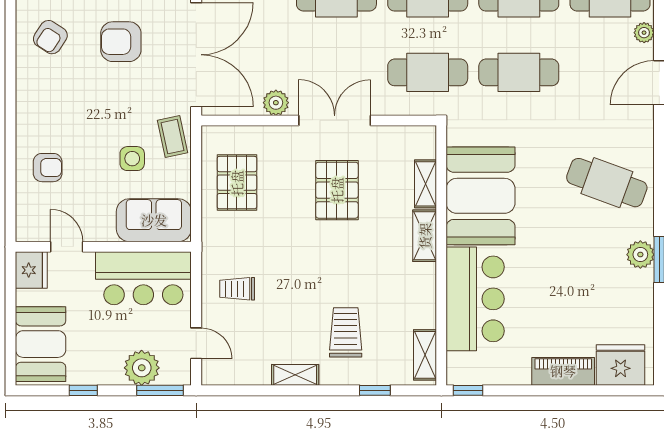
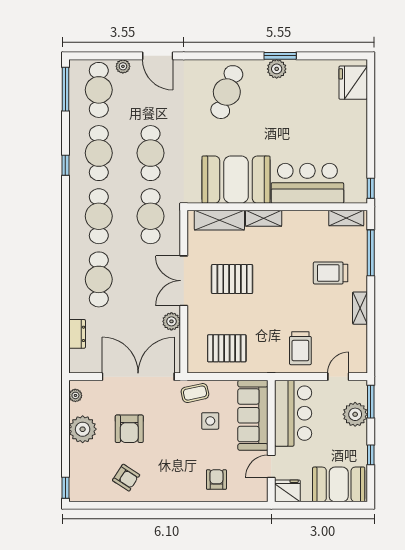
shelving: (426, 184) -> (219, 220), width x1.50, depth x1.33
sofa: (154, 220) -> (253, 415), width x1.36
trolley: (237, 289) -> (300, 348), width x1.36, depth x1.39
piano: (563, 371) -> (358, 122), removed
window: (375, 390) -> (371, 253), width x2.17

